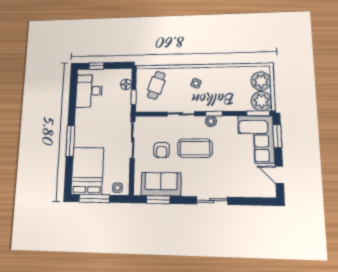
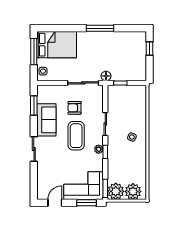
floor lamp: (126, 84) -> (106, 76), moved
cafe table: (156, 85) -> (131, 103), removed
desk: (89, 91) -> (127, 43), removed
window: (70, 141) -> (100, 28), moved
sofa: (161, 184) -> (46, 120), moved

